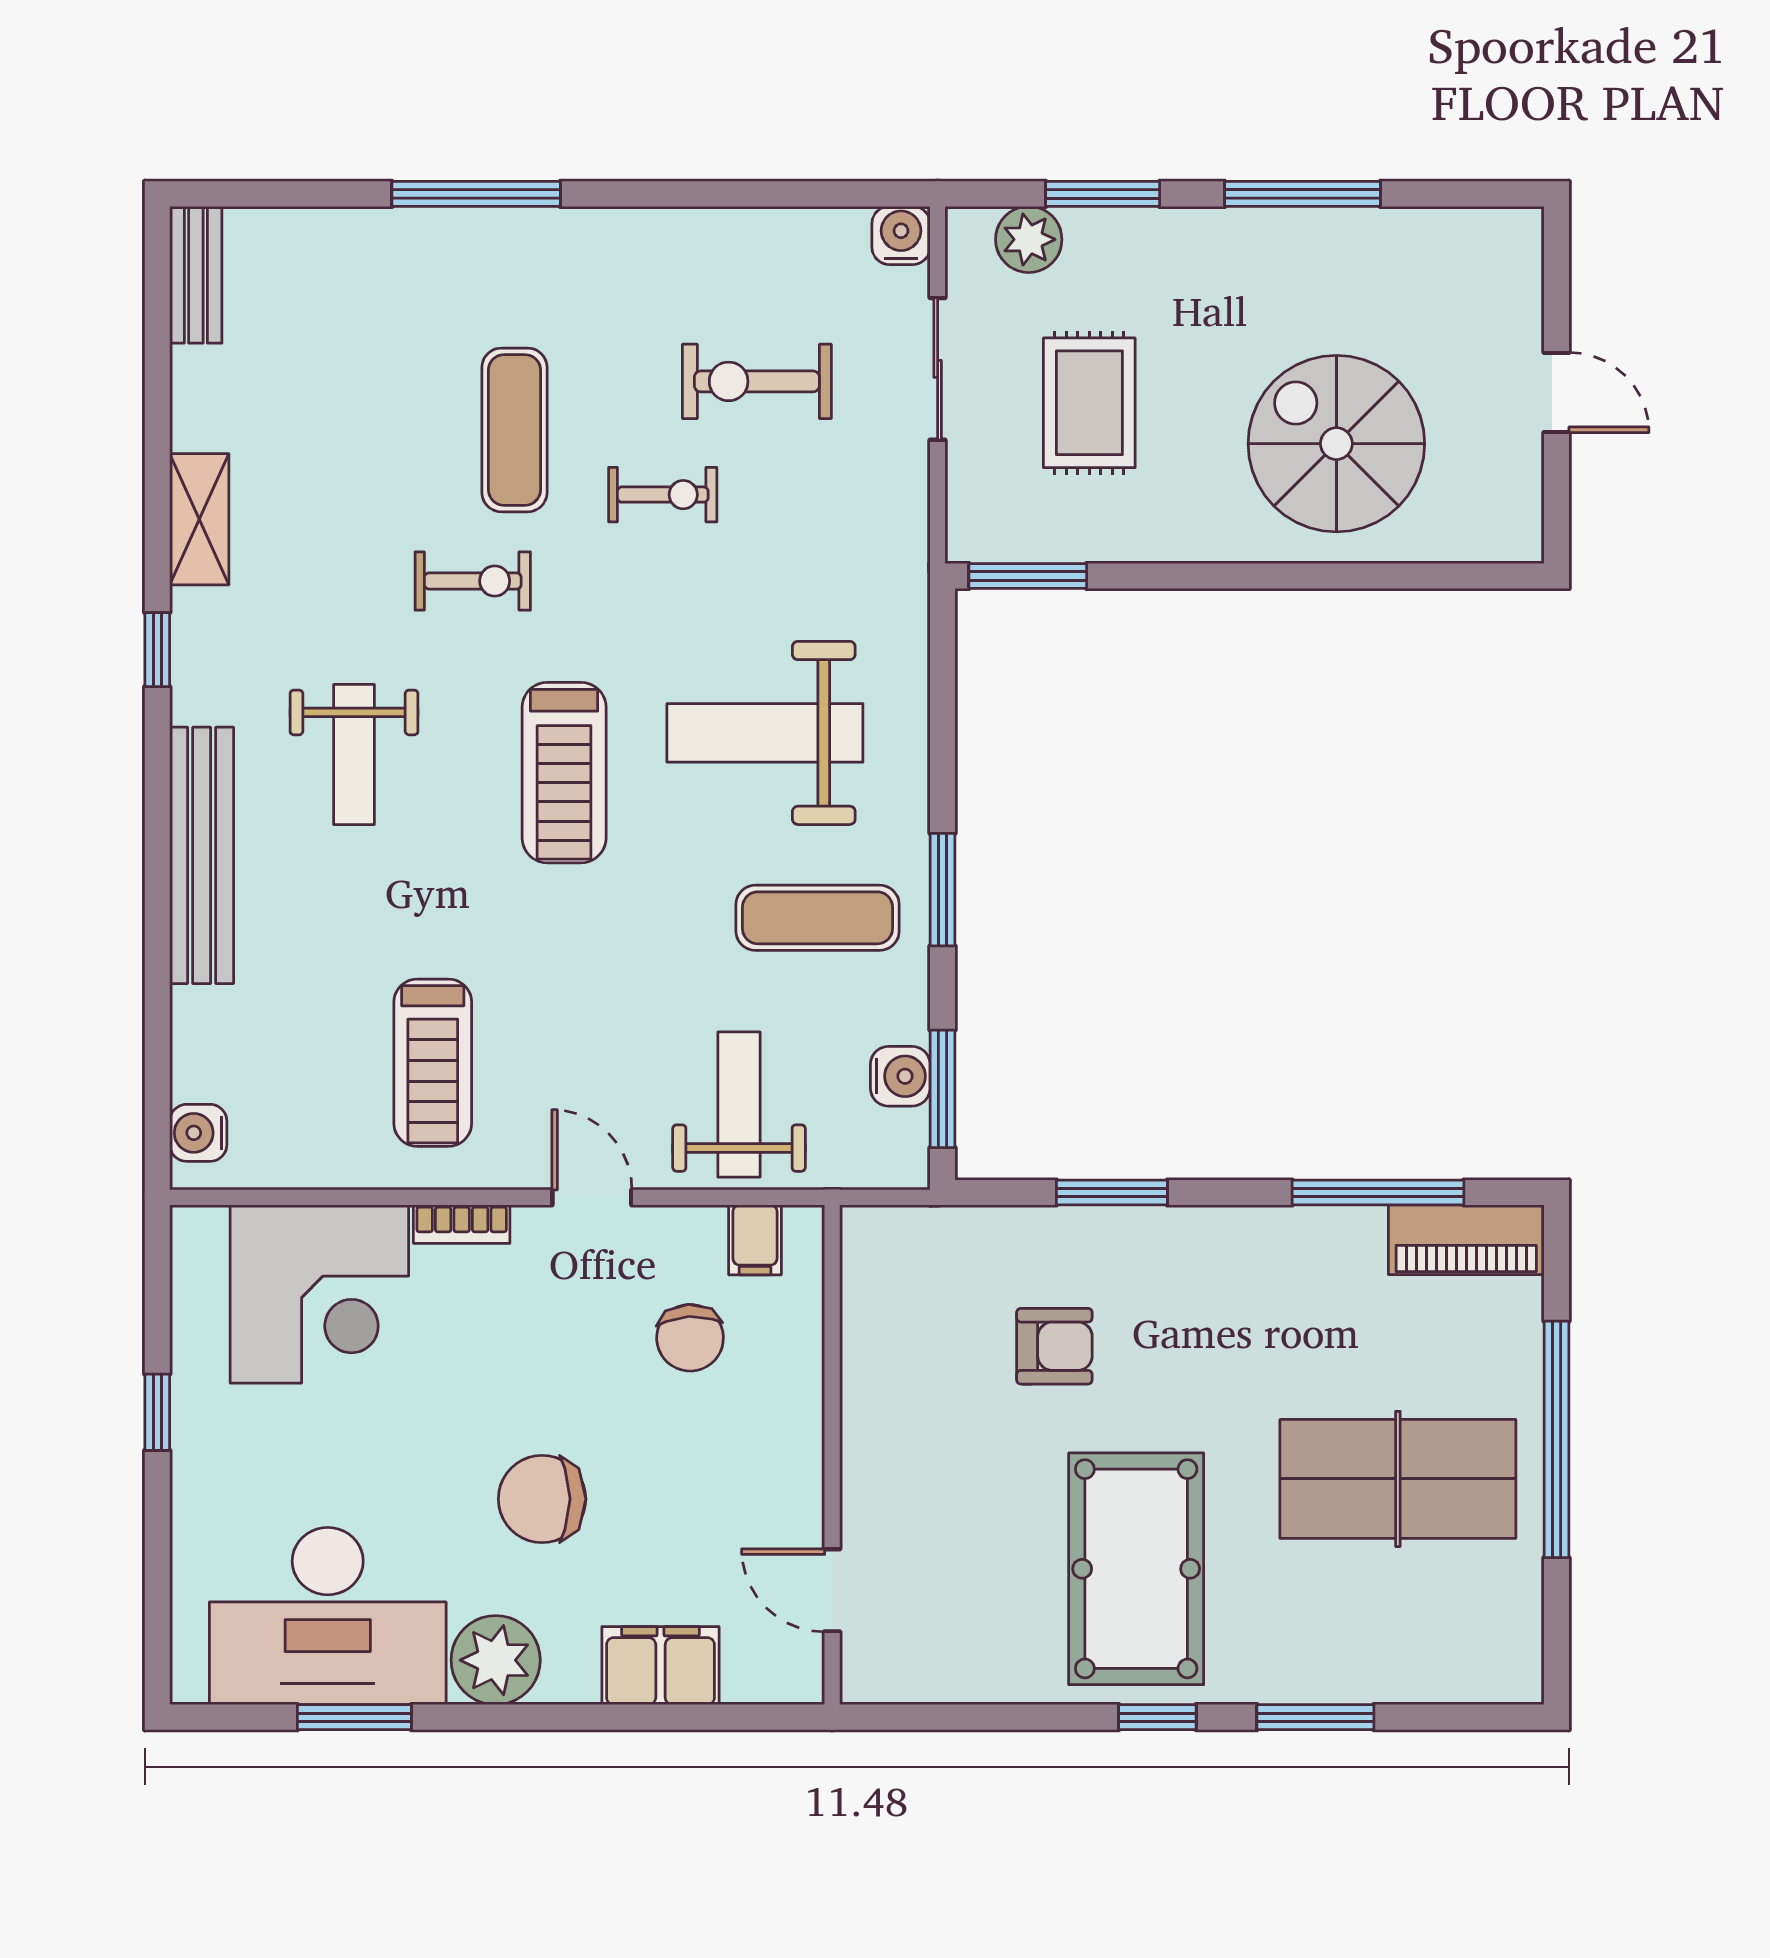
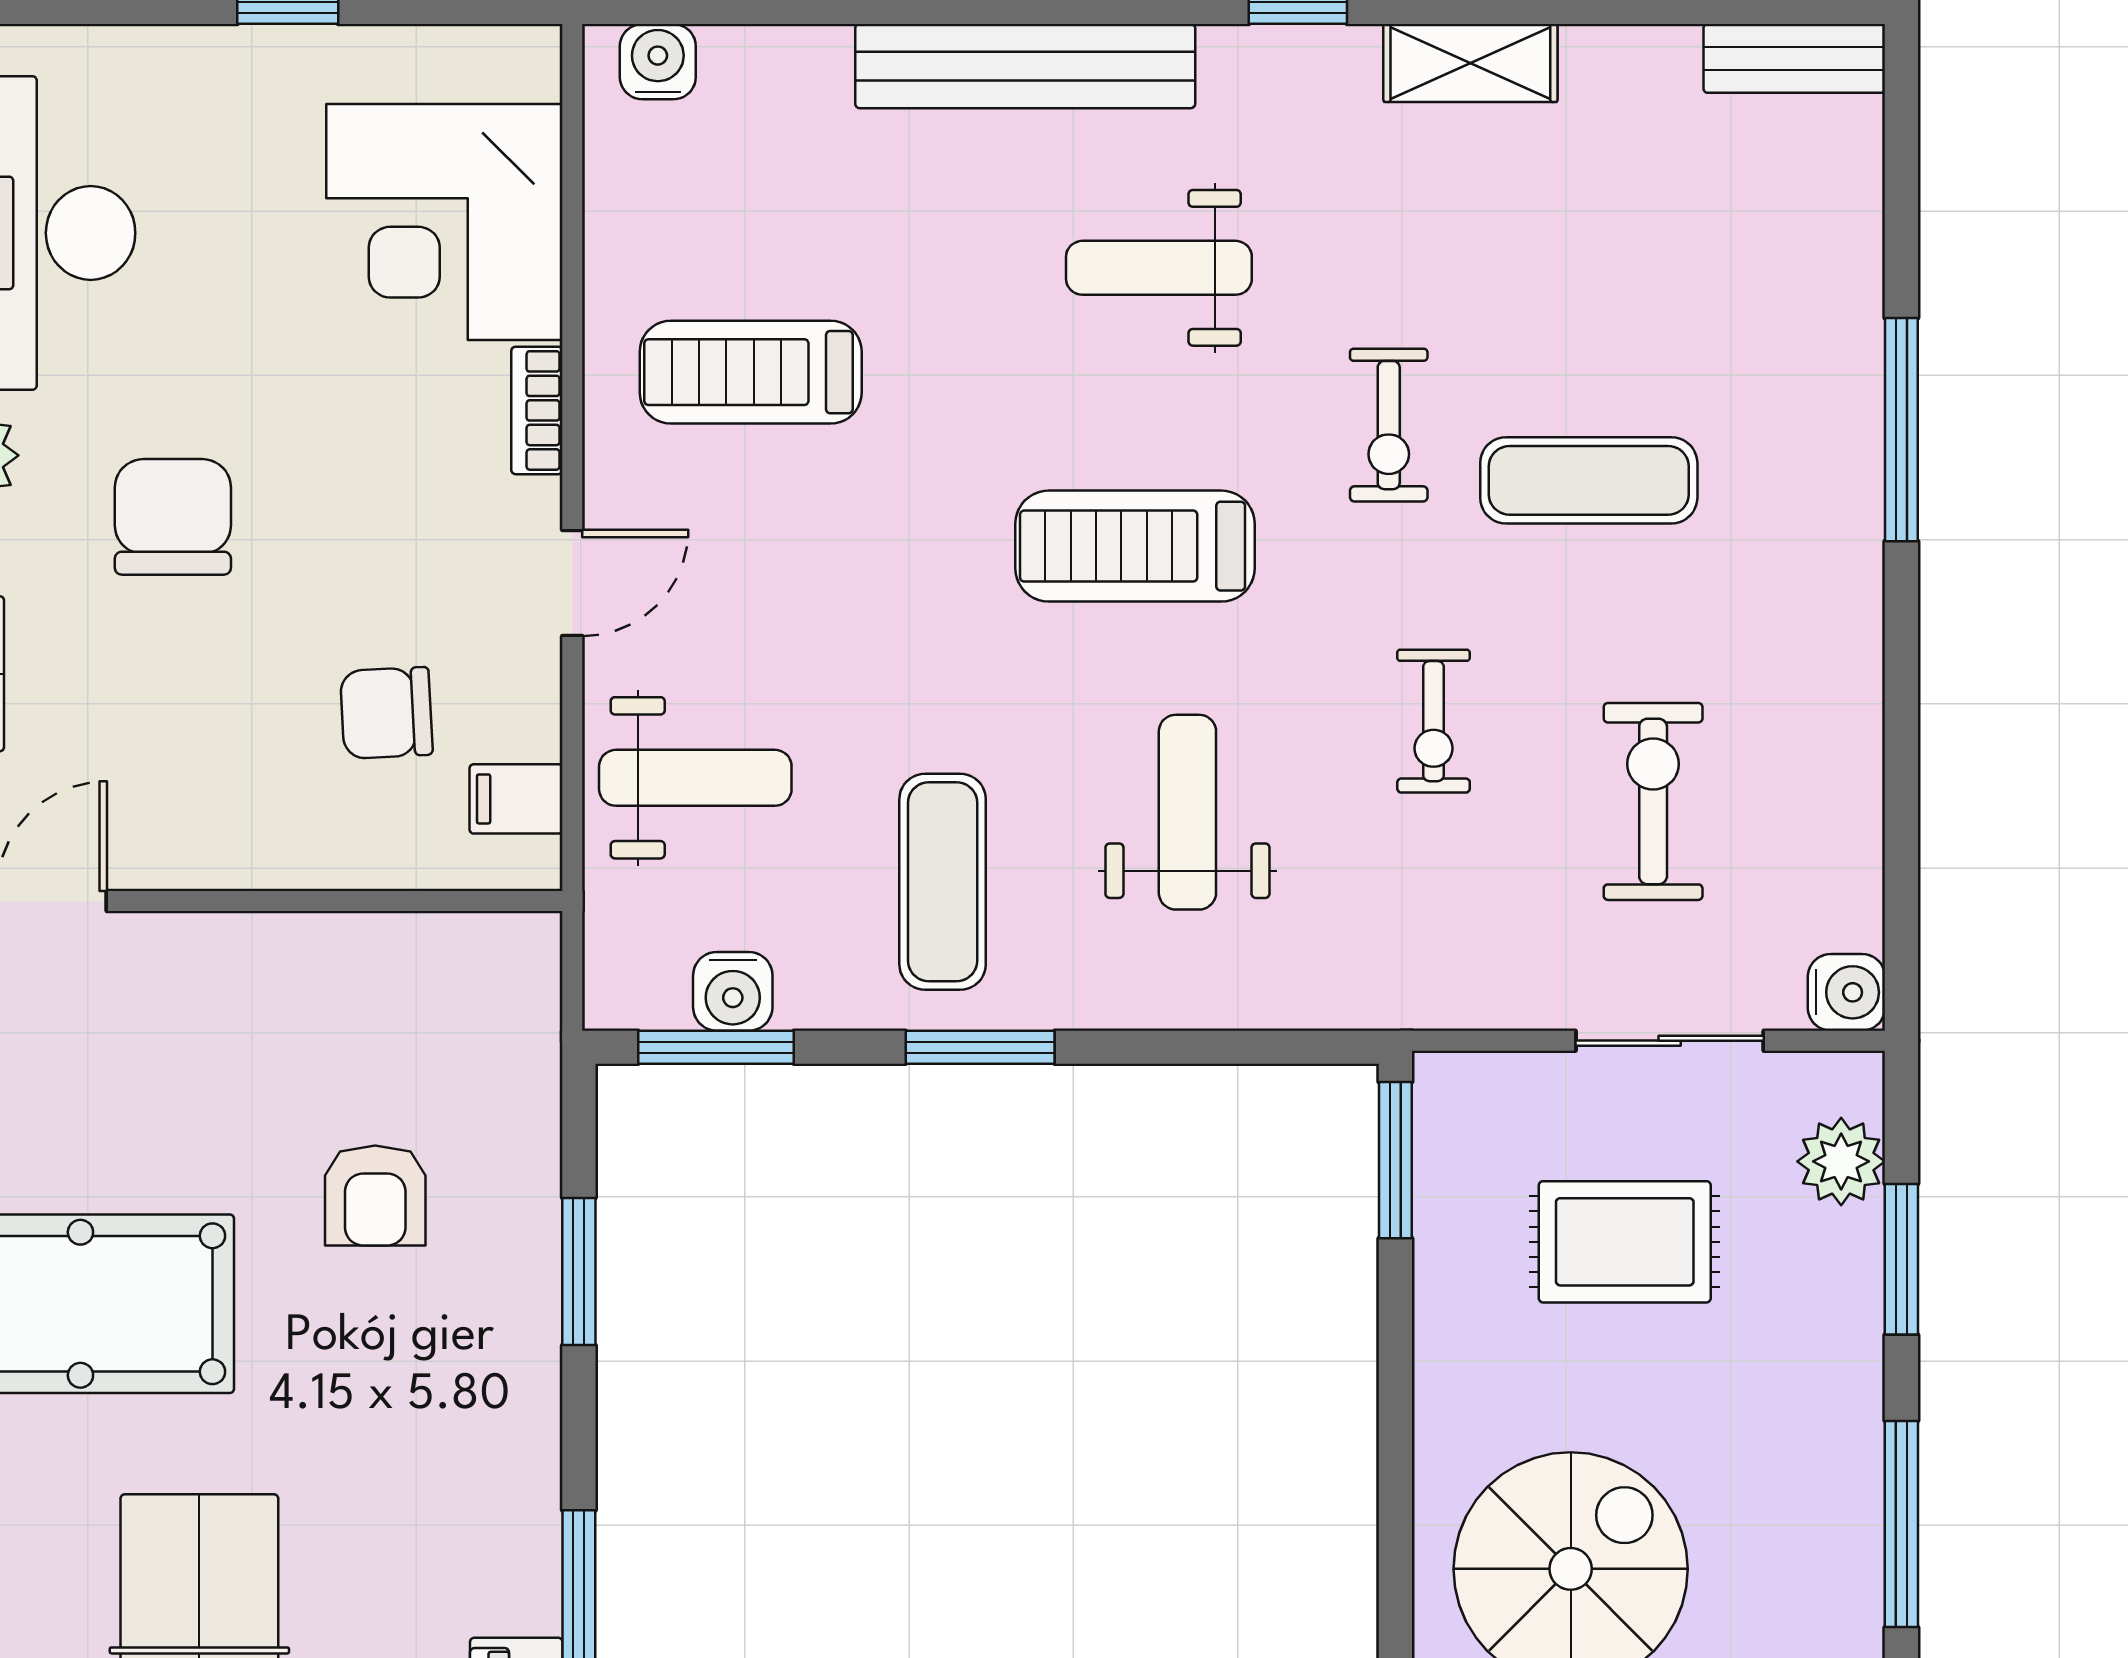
exercise bike: (663, 495) -> (1434, 721), moved
weight bench: (765, 733) -> (1187, 812), width x0.73, depth x0.75

